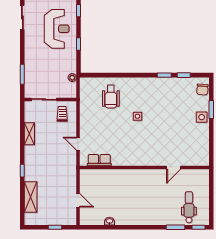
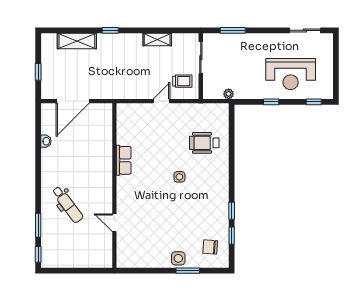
chair: (202, 89) -> (210, 247), moved
door: (78, 144) -> (161, 101), moved
row of seats: (99, 160) -> (124, 160), moved
door: (78, 200) -> (73, 101), width x1.88
dental chair: (189, 207) -> (68, 205), moved, turned 53

